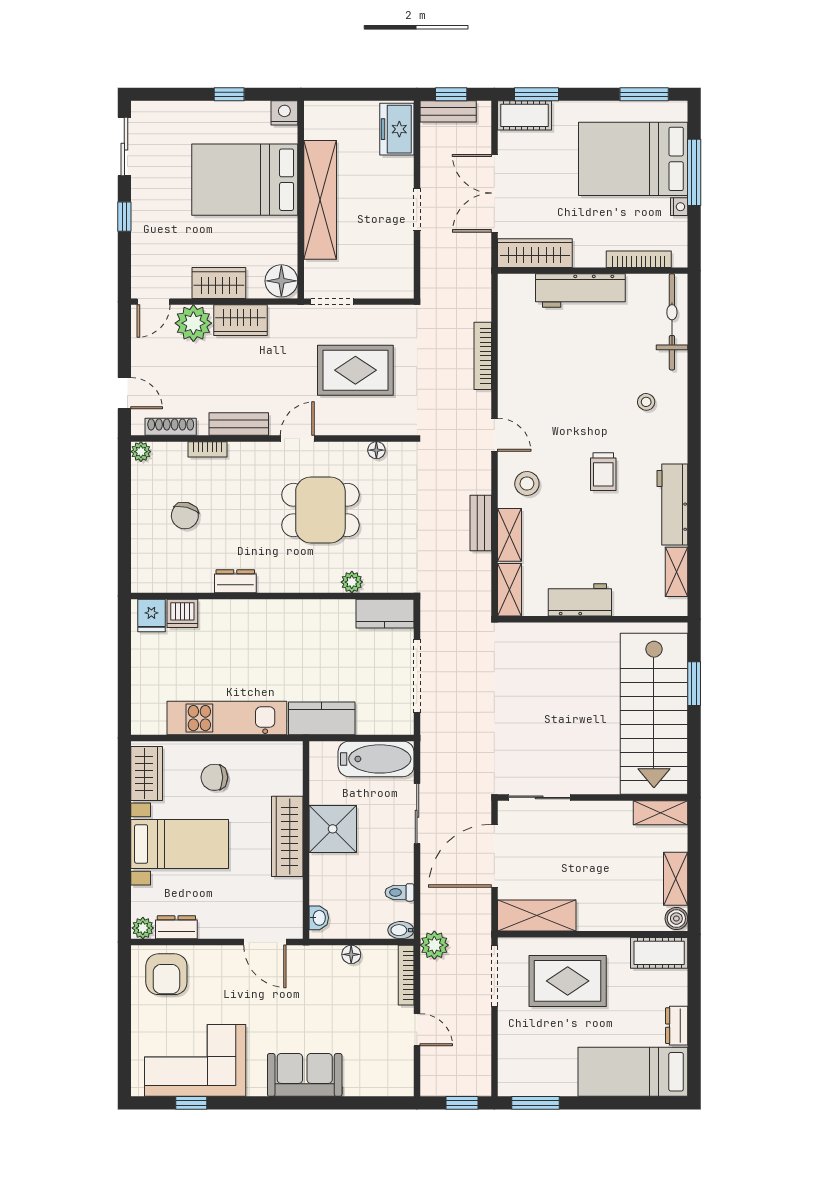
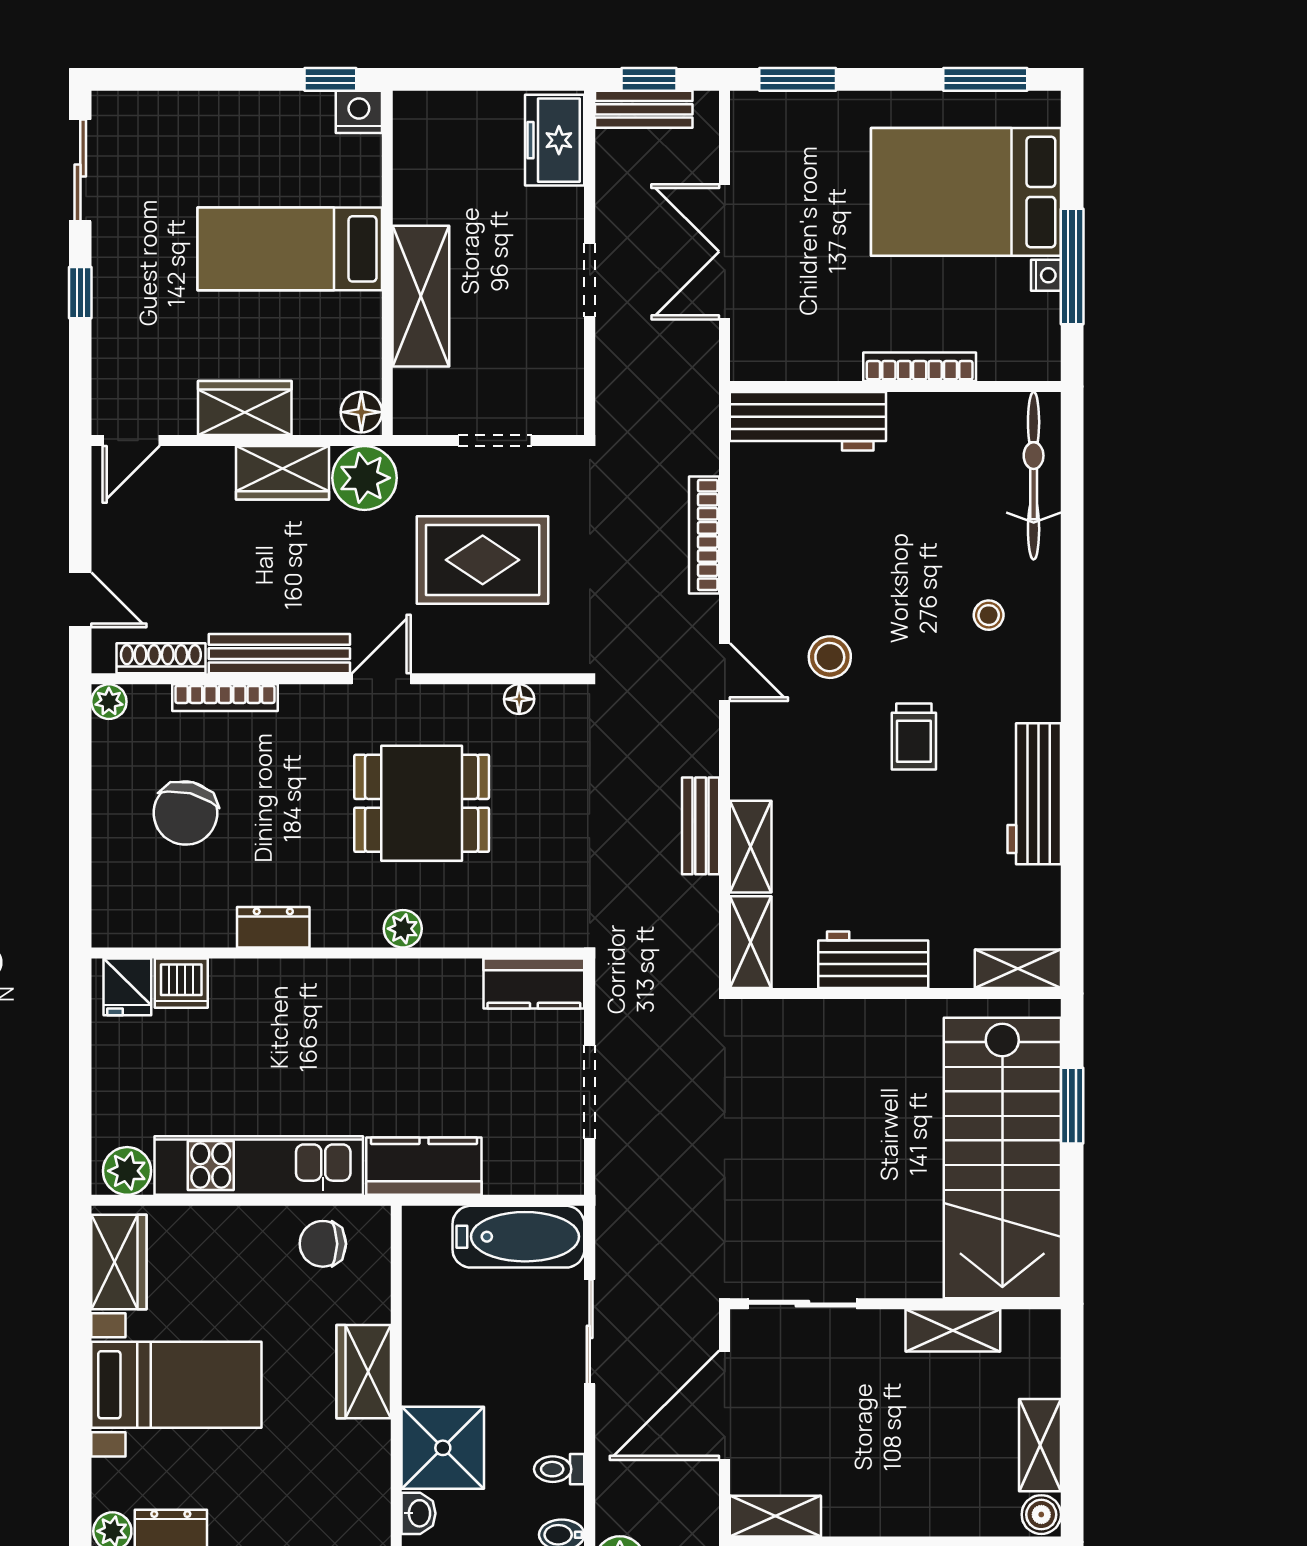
window: (229, 94) -> (330, 79), moved
cot: (524, 115) -> (777, 116), removed
window: (694, 172) -> (1072, 267), moved
bed: (245, 180) -> (290, 249), width x0.67
shelving: (320, 200) -> (421, 296), width x0.68
wardrobe: (535, 253) -> (795, 356), removed
bookcase: (639, 259) -> (920, 367), moved
floor lamp: (281, 281) -> (361, 412), width x0.73, depth x0.73
workbench: (580, 291) -> (808, 421), moved
doorway: (332, 302) -> (495, 440), moved
plant: (193, 323) -> (364, 478), moved
bench: (239, 424) -> (279, 654), width x1.36
bookcase: (207, 449) -> (225, 698), width x1.56
stool: (527, 484) -> (830, 657), moved
chair: (185, 516) -> (185, 813), width x1.37, depth x1.37
shelving: (676, 572) -> (1018, 969), moved, turned 90
plant: (352, 582) -> (403, 929), moved
doorway: (417, 676) -> (590, 1092), width x0.73
plant: (151, 721) -> (127, 1171), added
chair: (214, 777) -> (323, 1244), moved
shelving: (660, 813) -> (953, 1330), moved
shower: (333, 829) -> (443, 1448), moved
wardrobe: (287, 836) -> (364, 1372), width x0.67
shelving: (537, 915) -> (775, 1516), width x0.67, depth x0.75

